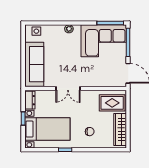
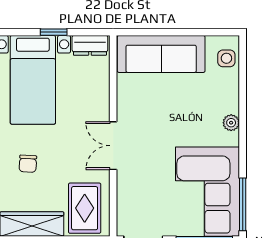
double door: (68, 88) -> (113, 146), moved

